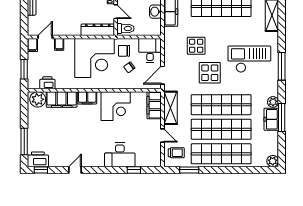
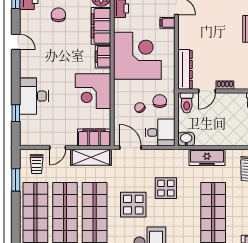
washbasin: (155, 12) -> (186, 139), moved
corner desk: (94, 58) -> (137, 56), moved, turned 180
chair: (53, 135) -> (58, 15), added

